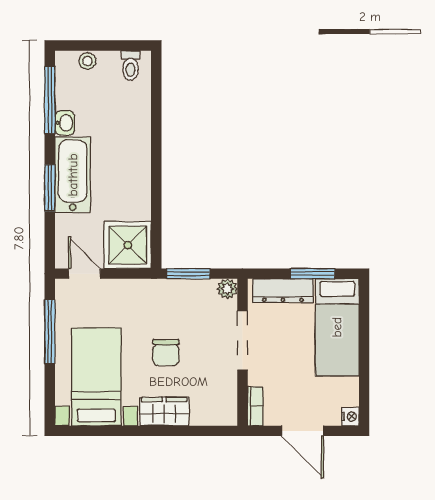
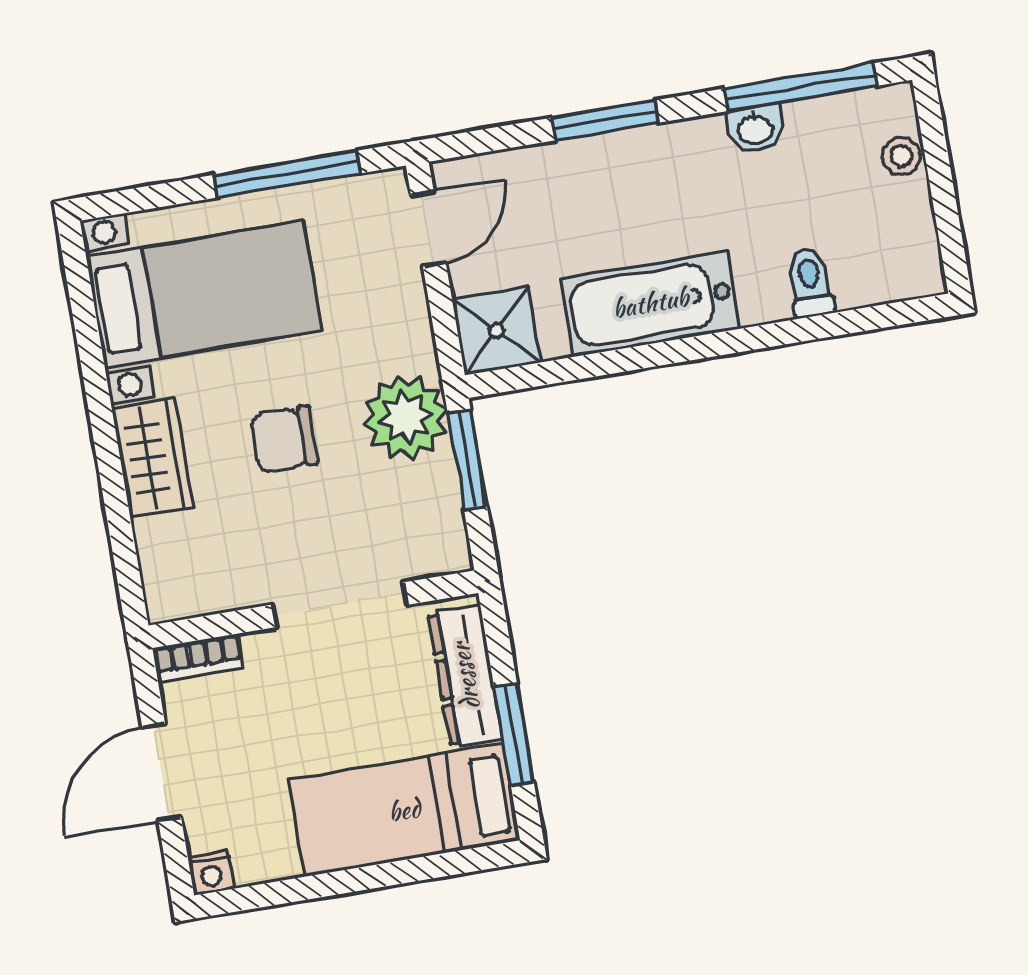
toilet: (130, 66) -> (810, 283), moved, turned 90
bathtub: (73, 175) -> (650, 303), moved, turned 180
shower: (128, 245) -> (496, 331), width x0.73, depth x0.73
plant: (227, 289) -> (406, 417), moved, width x1.88, depth x1.88

